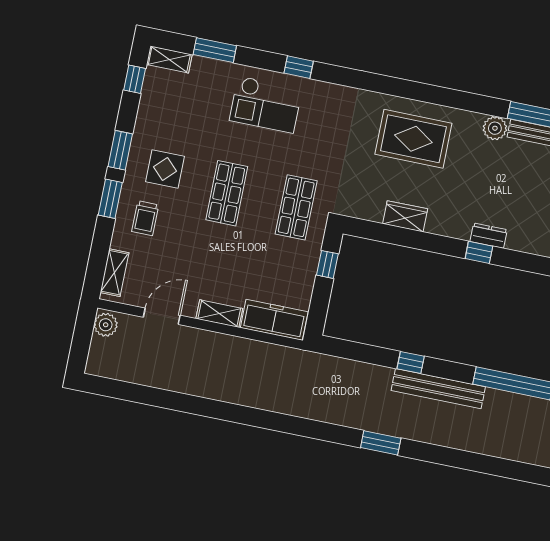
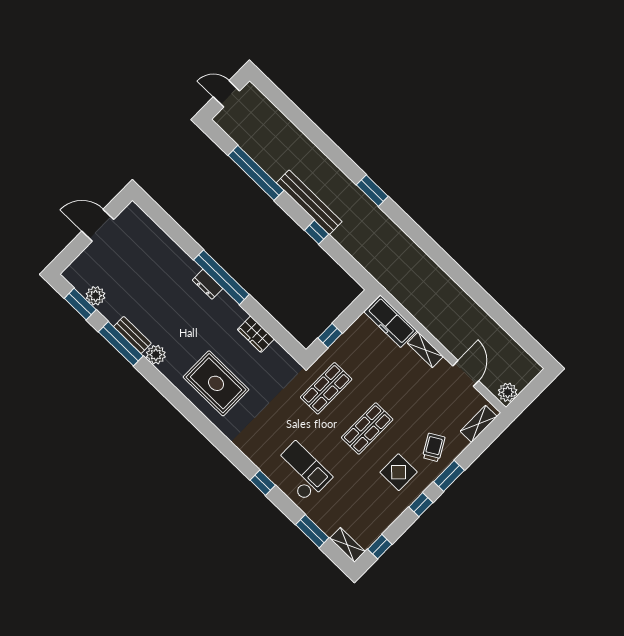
window: (120, 150) -> (421, 505), width x0.67
trolley: (145, 218) -> (434, 447), turned -30
window: (479, 252) -> (221, 277), width x3.17
door: (162, 316) -> (466, 373), swing flipped

